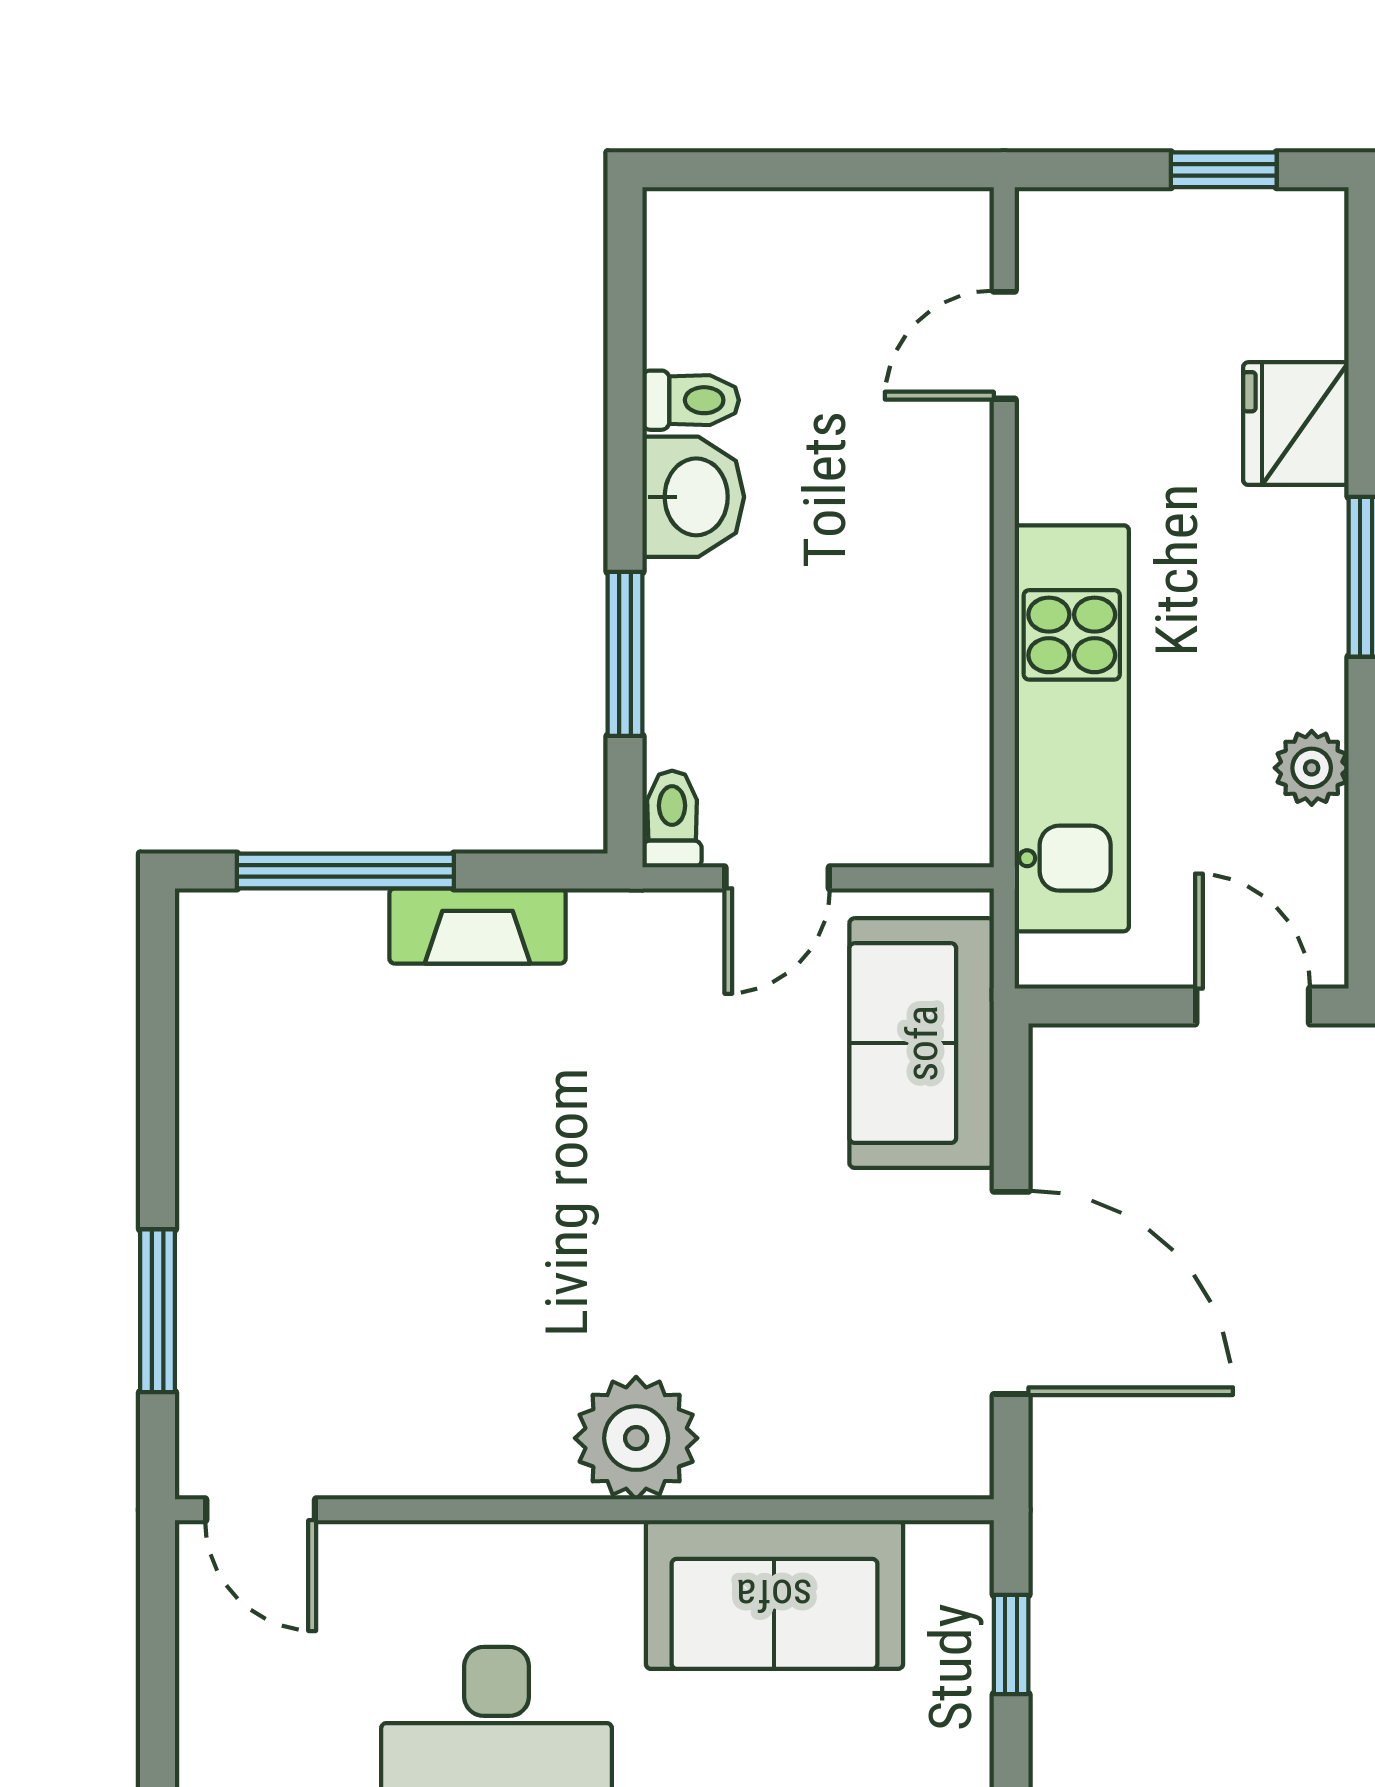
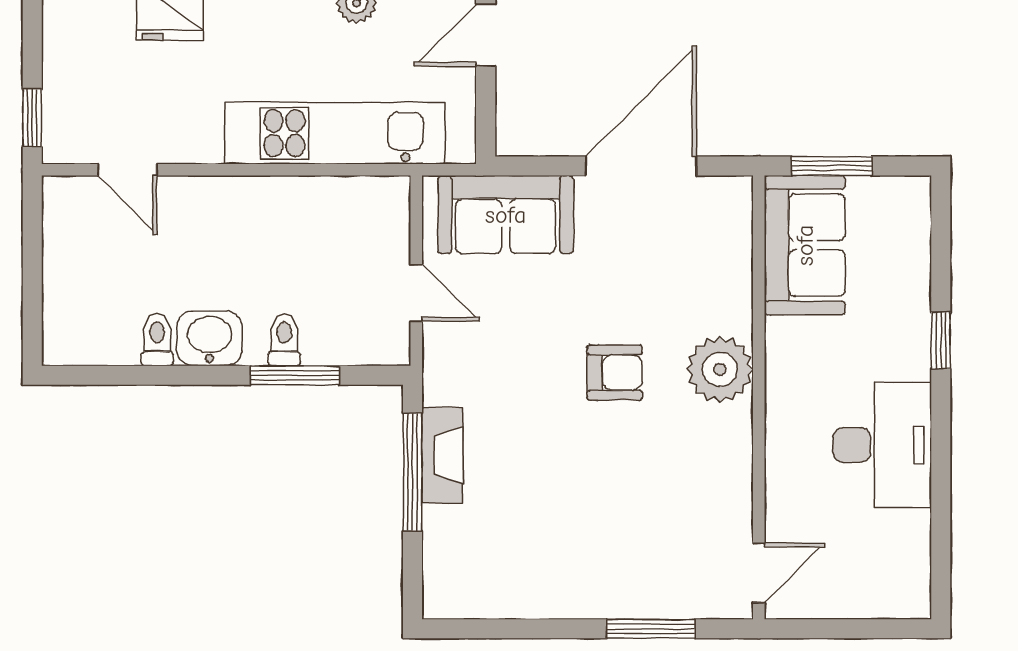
window: (1224, 170) -> (32, 118), moved
toilet: (672, 819) -> (284, 340), moved, turned 90
window: (345, 871) -> (412, 472), moved
armchair: (630, 1244) -> (615, 373), added
sofa: (774, 1595) -> (805, 245), moved
window: (1011, 1644) -> (832, 166), width x1.50

